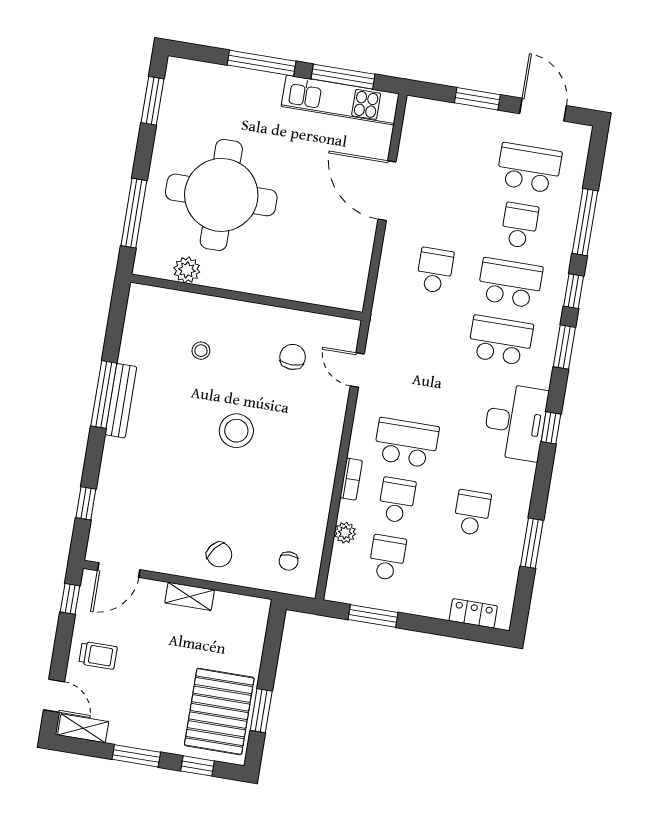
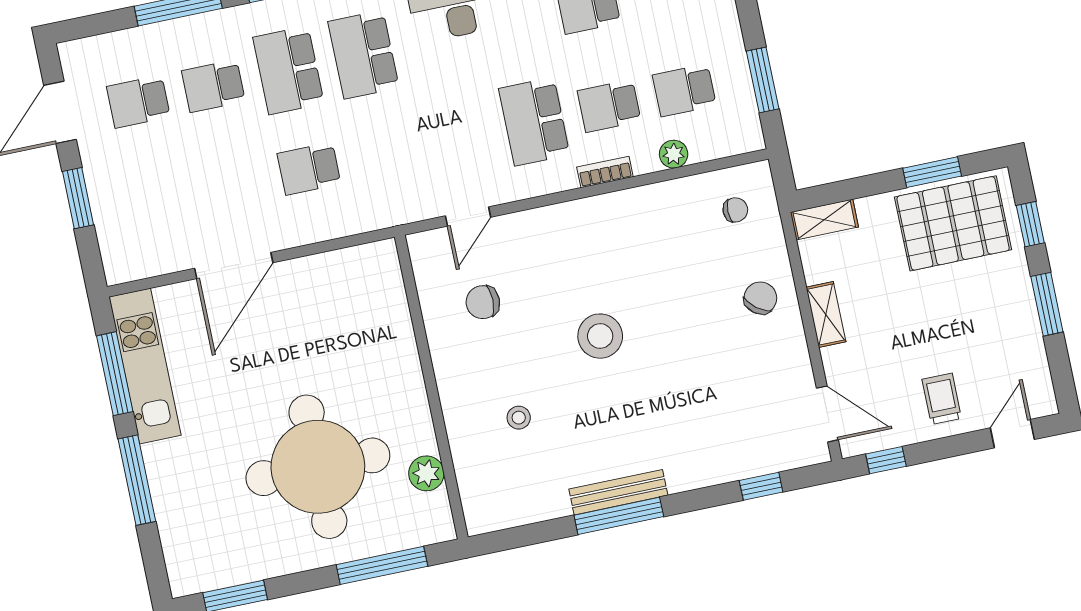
school desk: (529, 168) -> (138, 102), width x0.54
shelving: (83, 728) -> (824, 220), moved, turned 90

